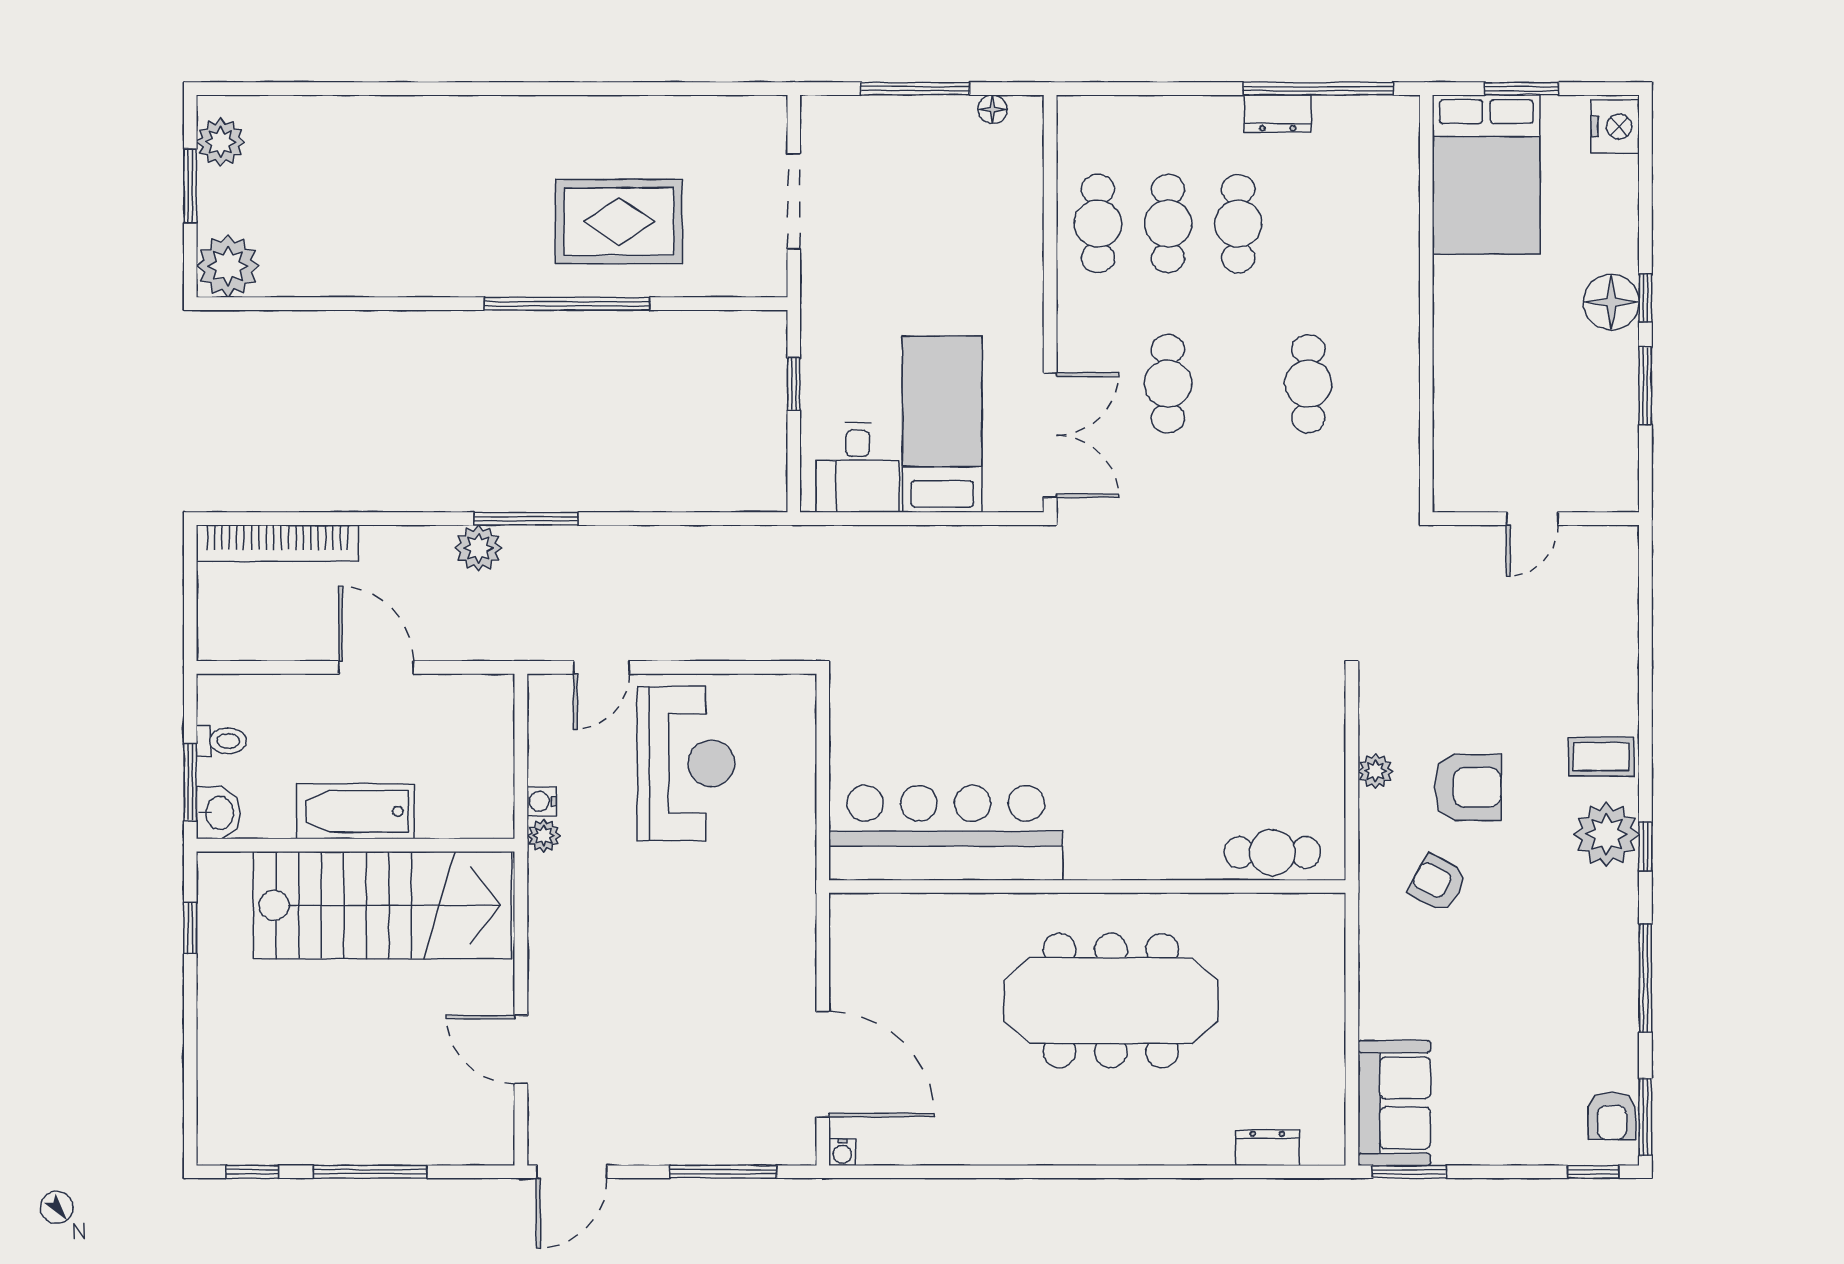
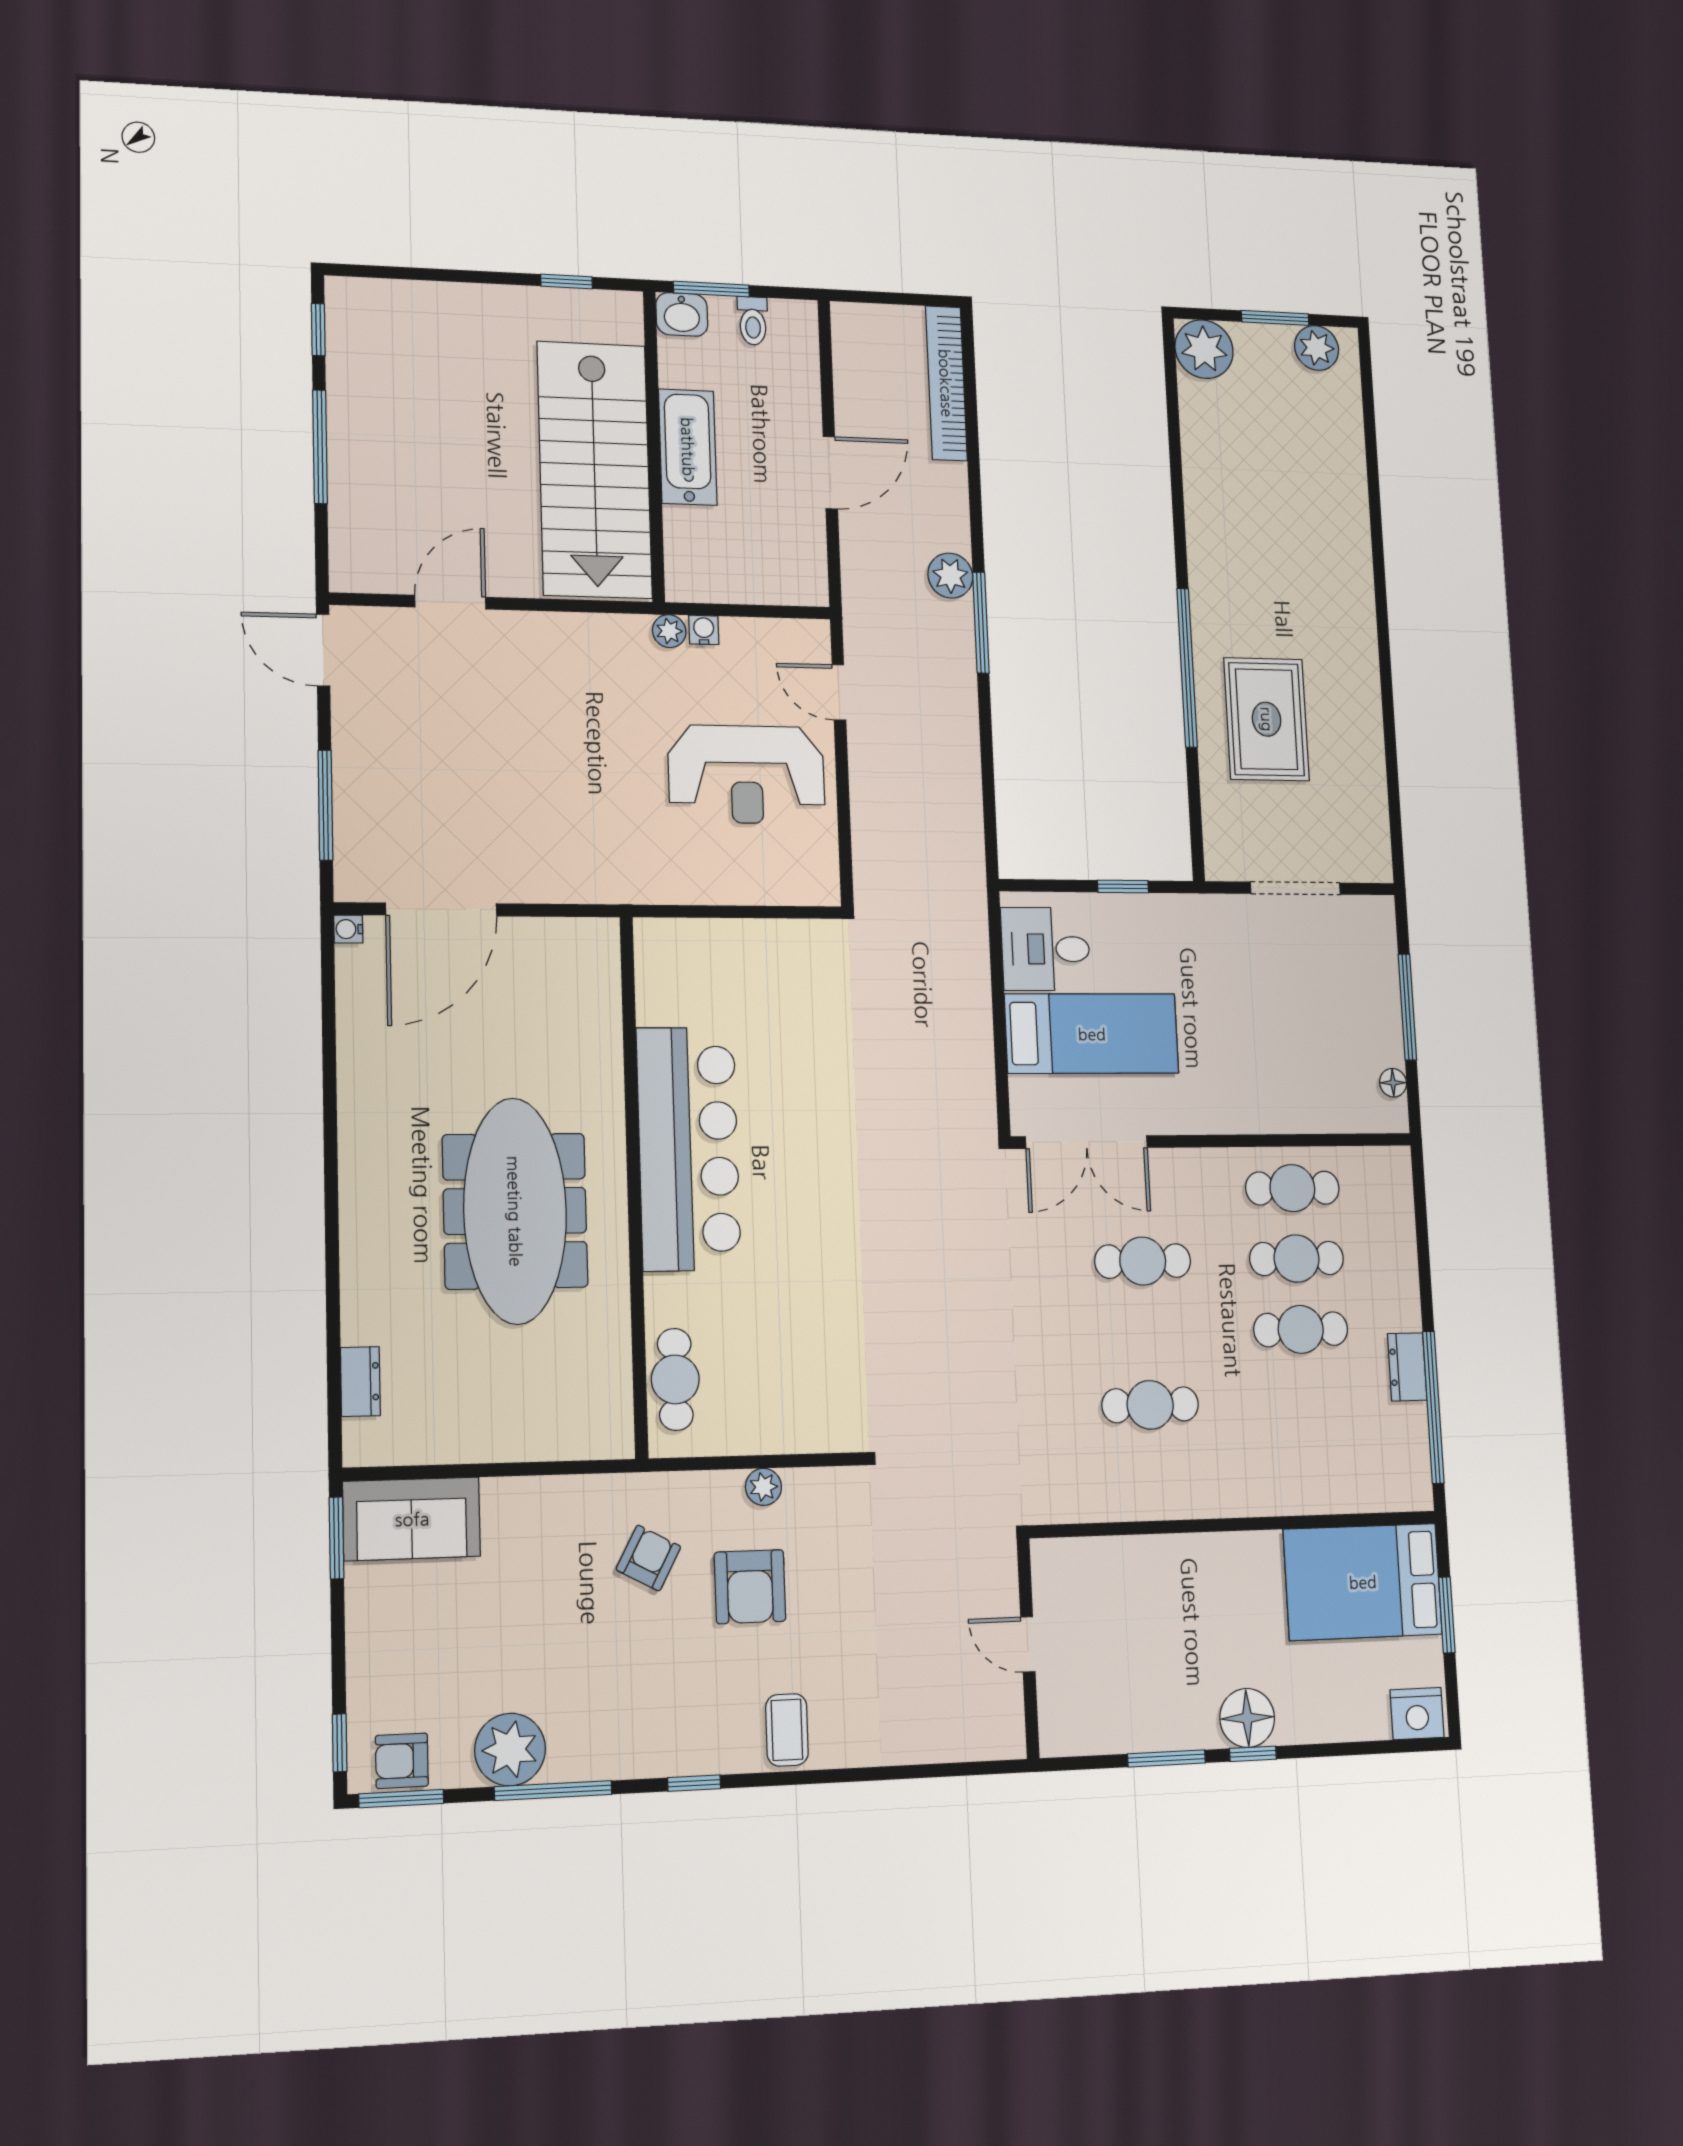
bar counter: (946, 833) -> (689, 1149), moved
plant: (1607, 834) -> (510, 1750), moved

